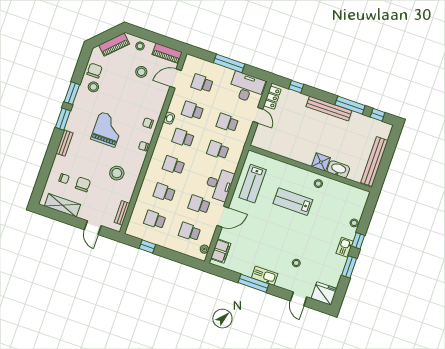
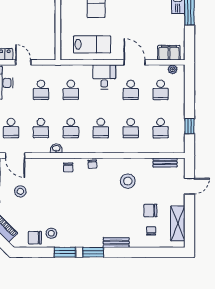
door: (258, 115) -> (23, 62), hinge flipped
grand piano: (107, 129) -> (88, 205), removed
desk: (219, 184) -> (104, 77), width x0.73

